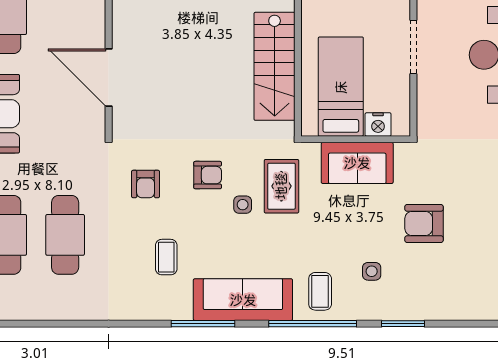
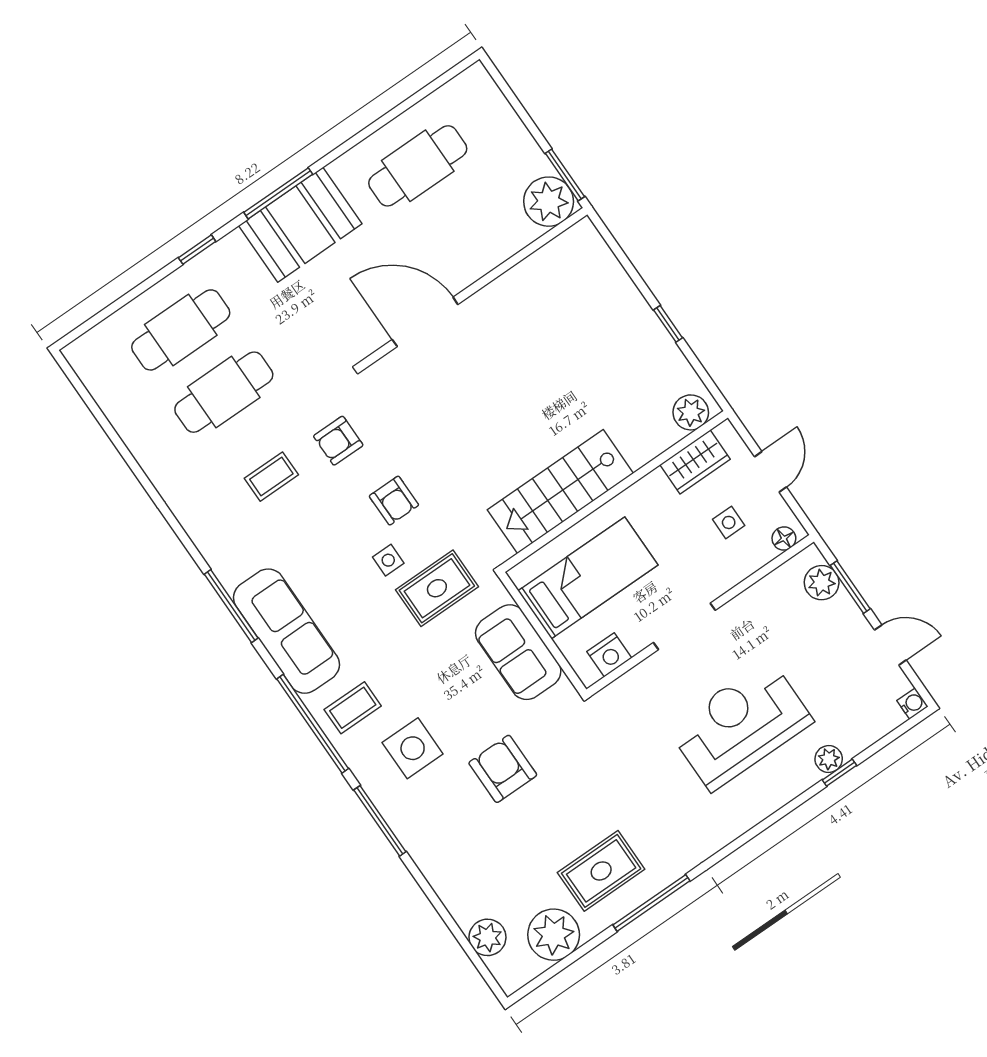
door: (109, 78) -> (425, 322), hinge flipped
nightstand: (378, 124) -> (609, 655), moved, turned -90
coffee table: (166, 257) -> (271, 477), moved
side table: (372, 271) -> (413, 748), width x1.87, depth x1.87
window: (403, 324) -> (380, 821), width x1.44

